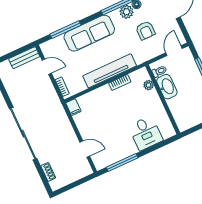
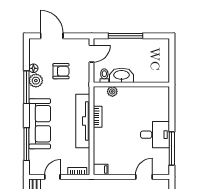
door: (174, 51) -> (92, 54), swing flipped
desk: (146, 133) -> (155, 135), moved

